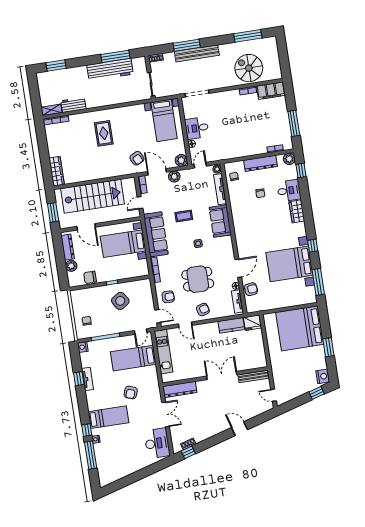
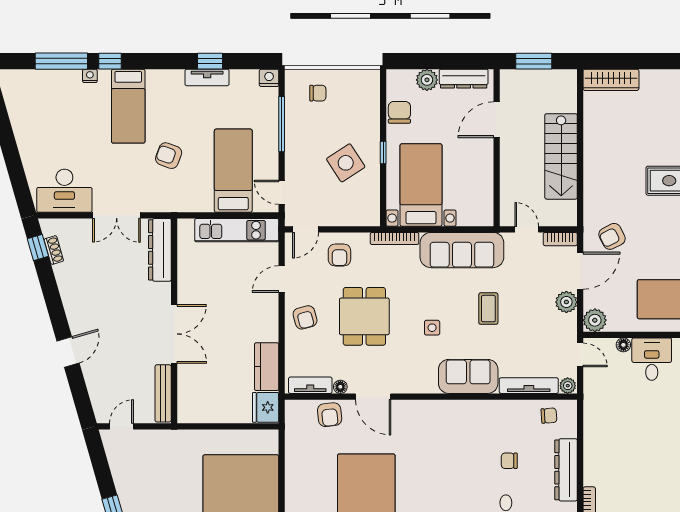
stairs: (93, 196) -> (561, 156), width x0.73, depth x0.66
bed with nightstands: (123, 244) -> (421, 185), moved

